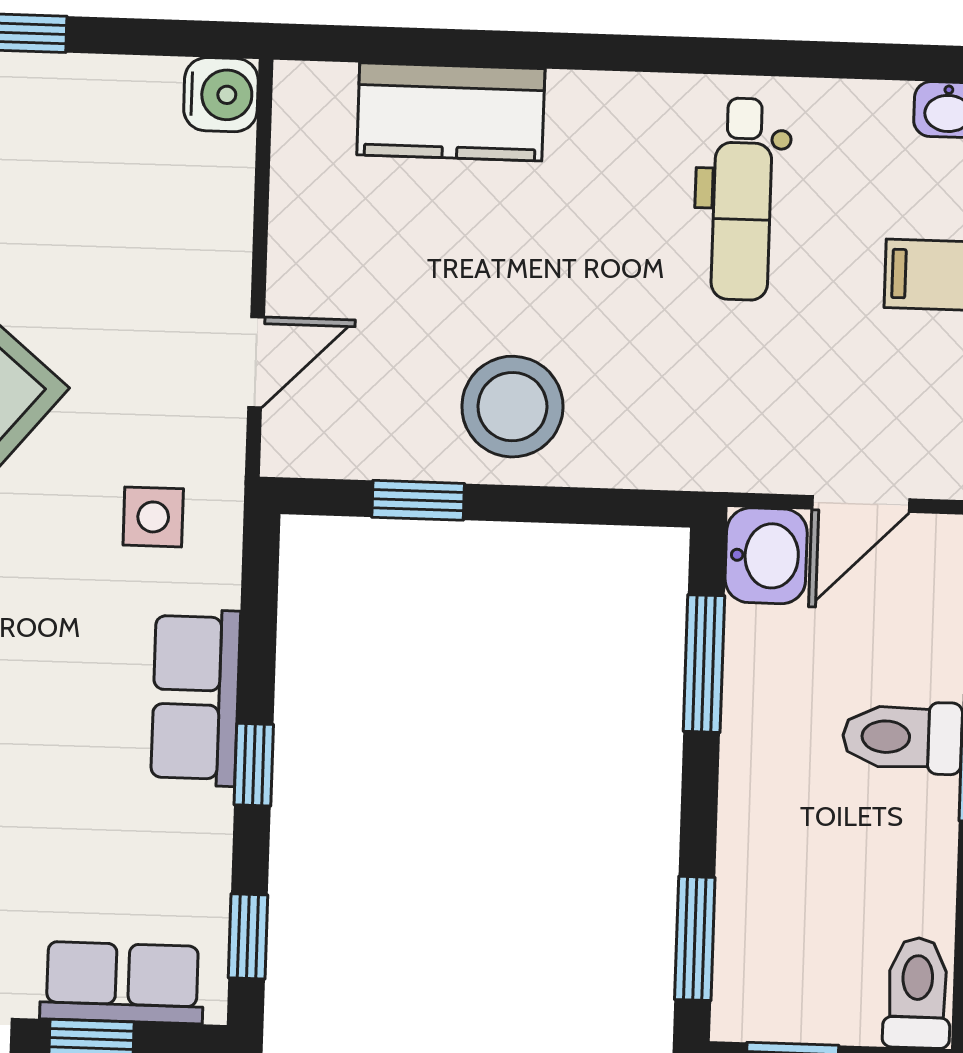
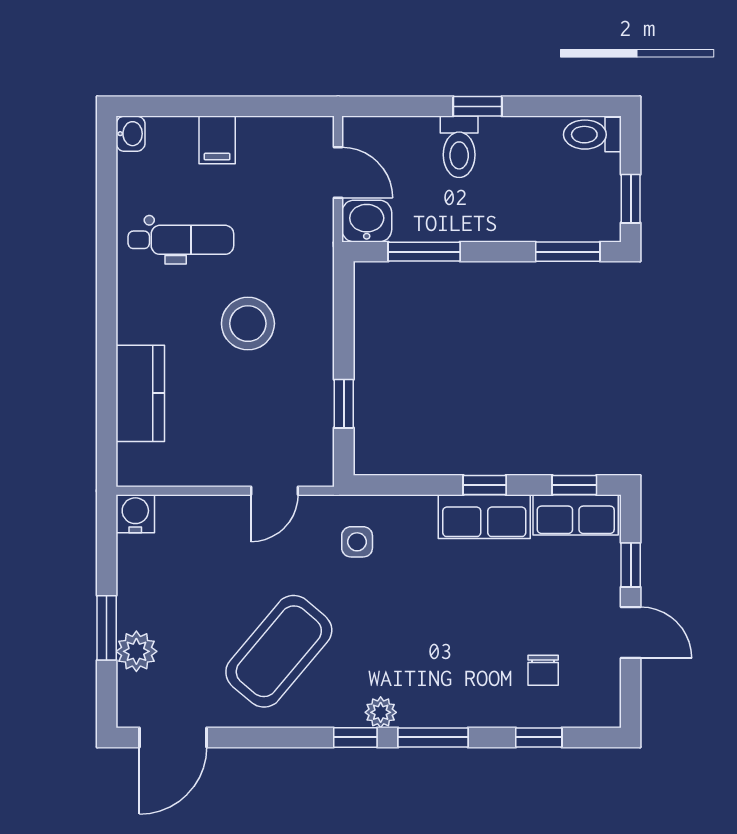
door: (256, 362) -> (274, 491), swing flipped
stool: (512, 407) -> (248, 324), moved
row of seats: (196, 698) -> (484, 517), moved
row of seats: (122, 983) -> (576, 515), moved, turned -90

